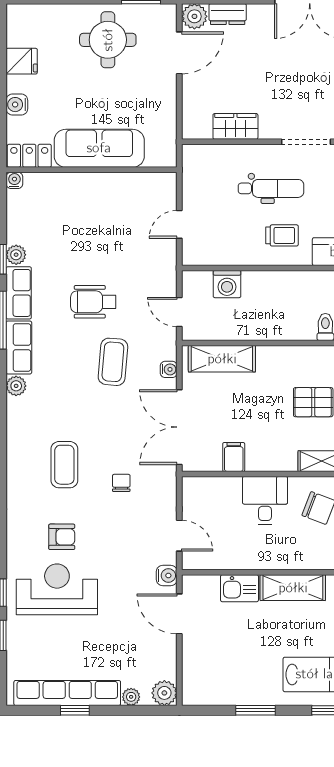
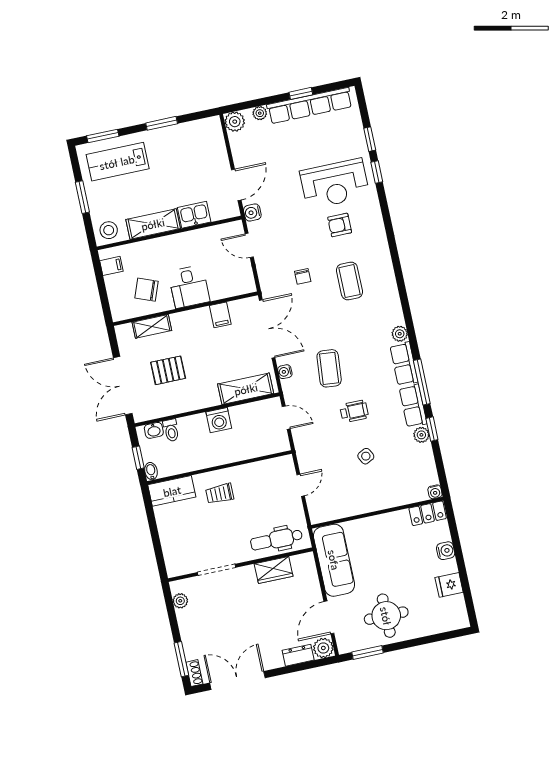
sofa: (99, 148) -> (334, 560), moved, turned -90
dental chair: (271, 188) -> (276, 539), moved
side table: (91, 243) -> (366, 456), added
washing machine: (227, 284) -> (219, 420), moved, turned 180
wheelchair: (93, 302) -> (354, 411), width x0.73, depth x0.73
door: (179, 614) -> (236, 185), hinge flipped

